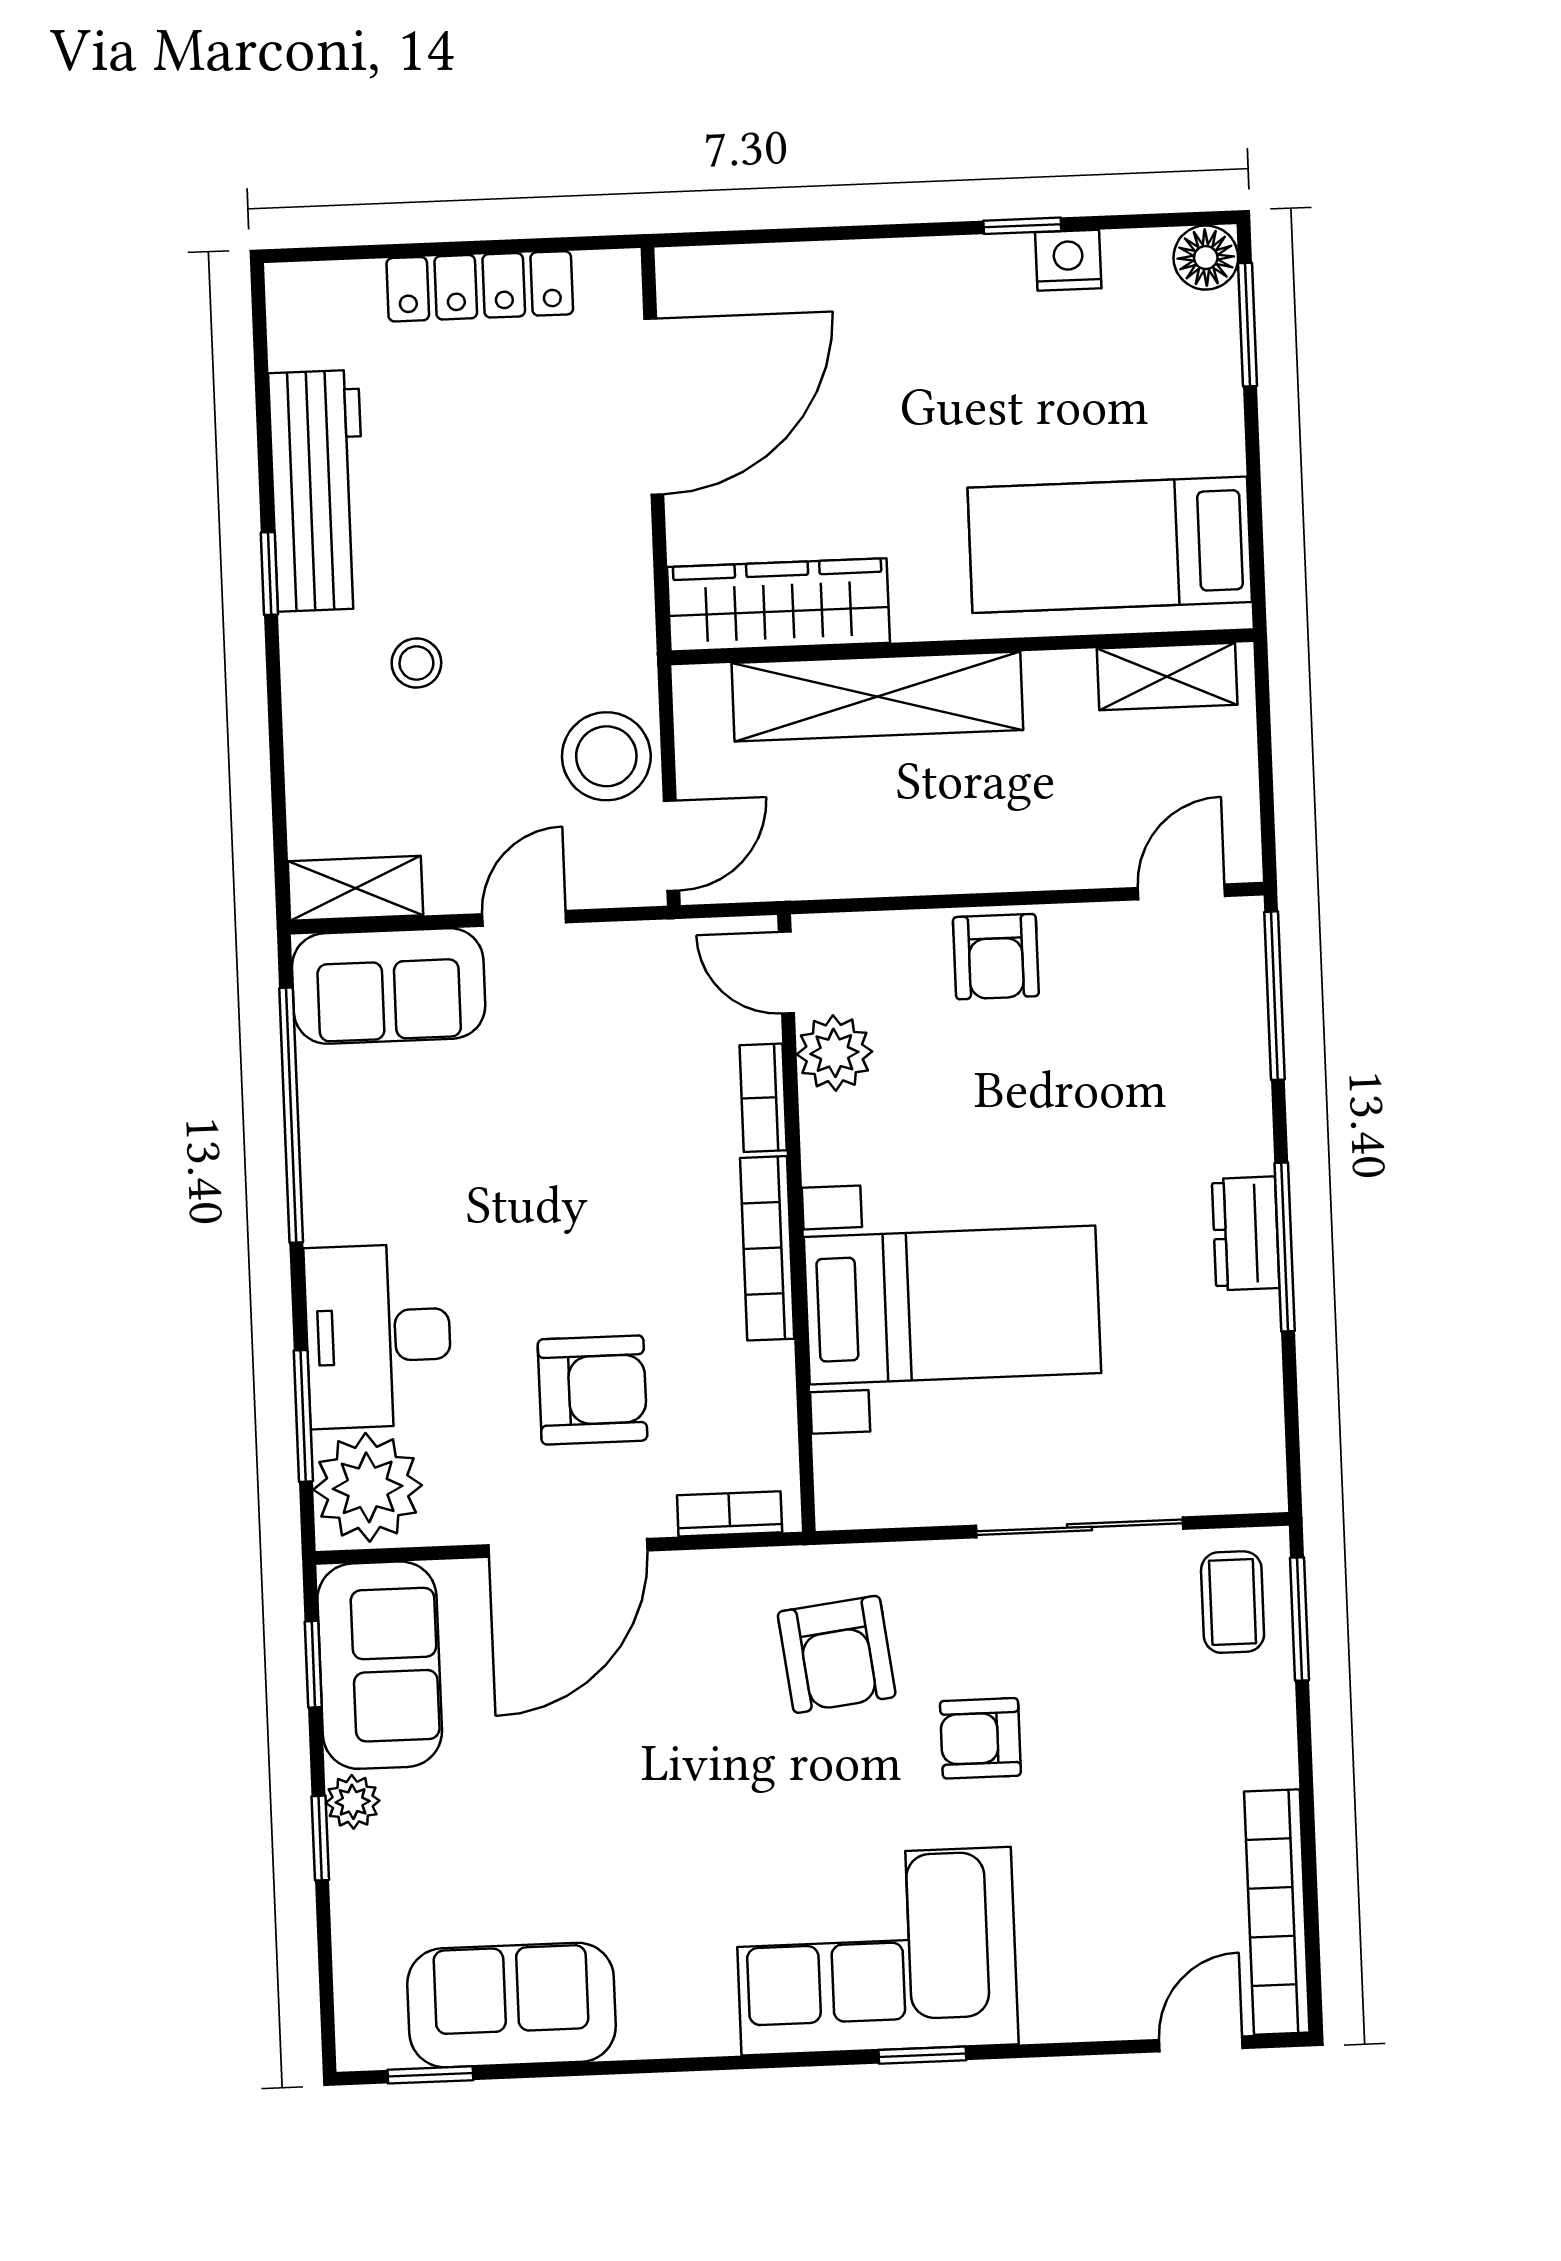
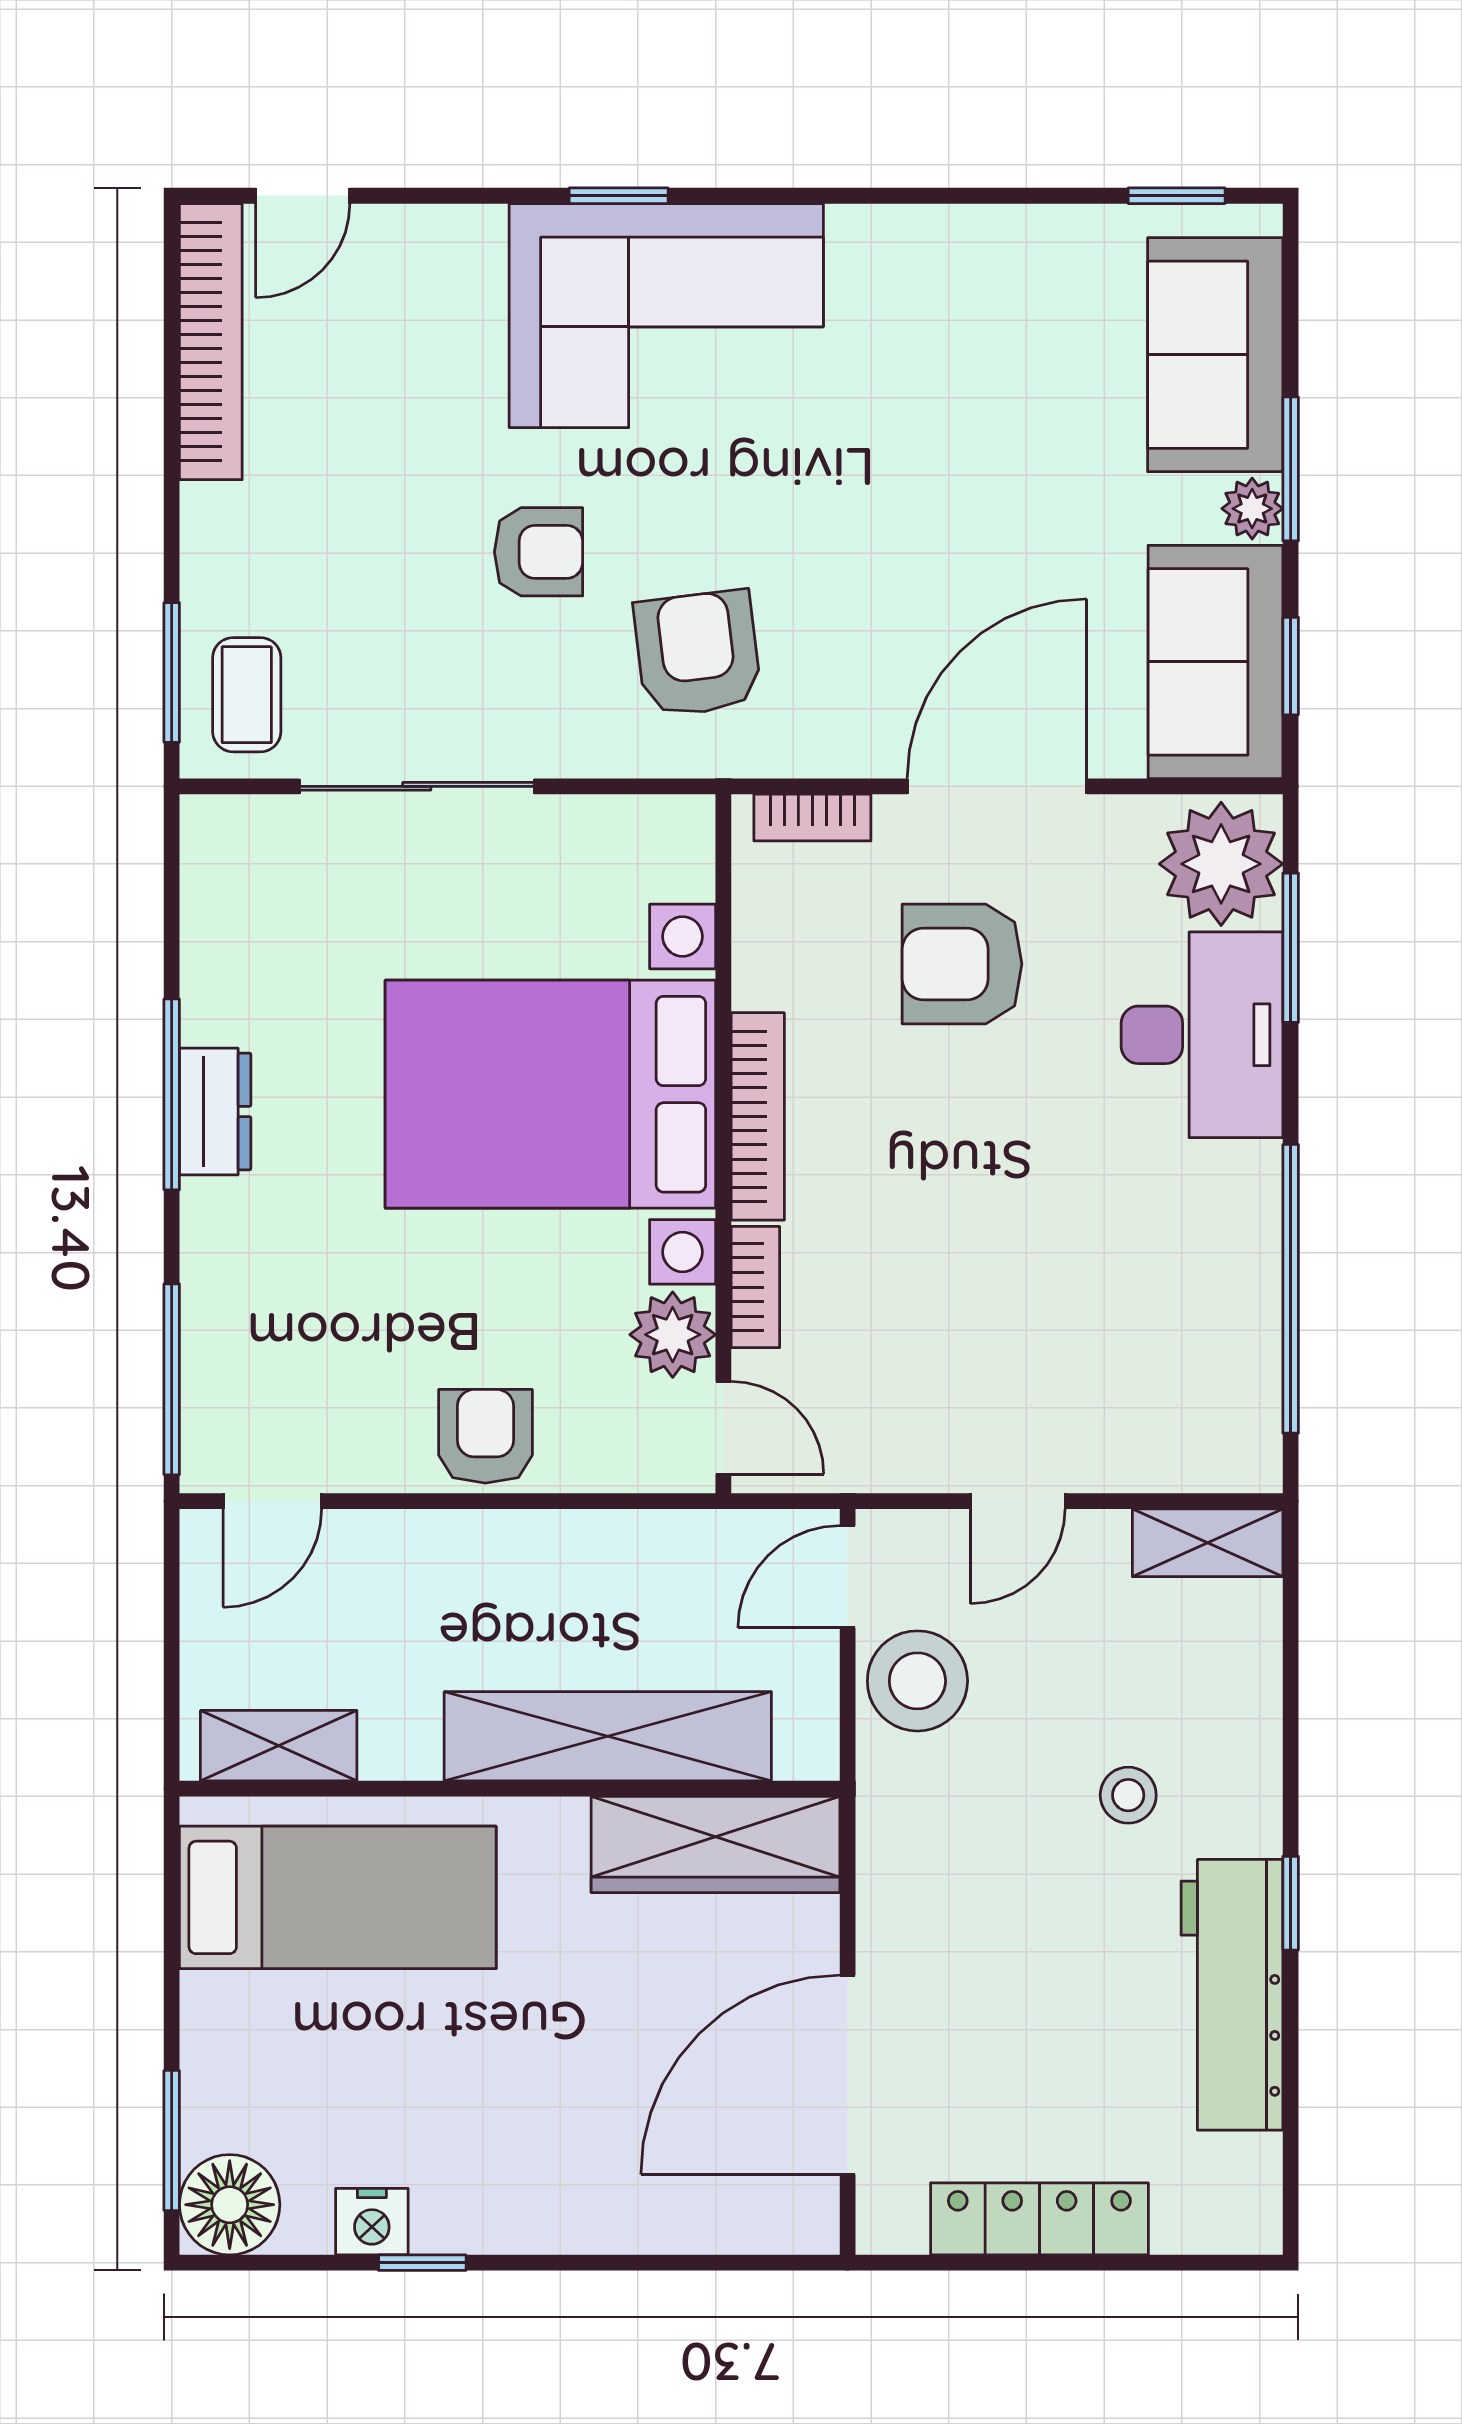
floor lamp: (1206, 258) -> (230, 2205), width x1.38, depth x1.38
sofa: (389, 986) -> (1174, 1431), removed
bed with nightstands: (953, 1305) -> (550, 1094), width x1.36
window: (320, 1838) -> (1291, 469), width x1.50
sofa: (512, 2005) -> (1215, 355), moved, turned 90

